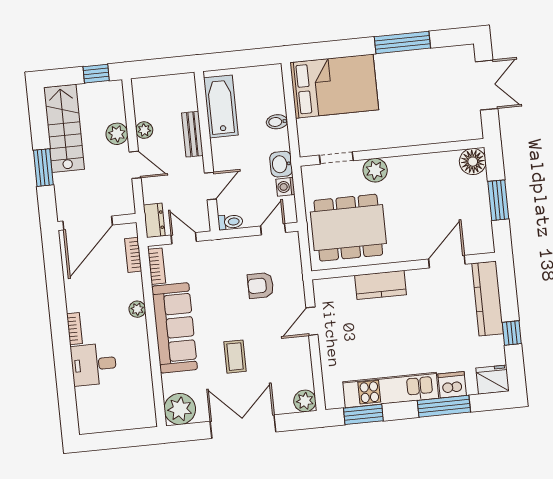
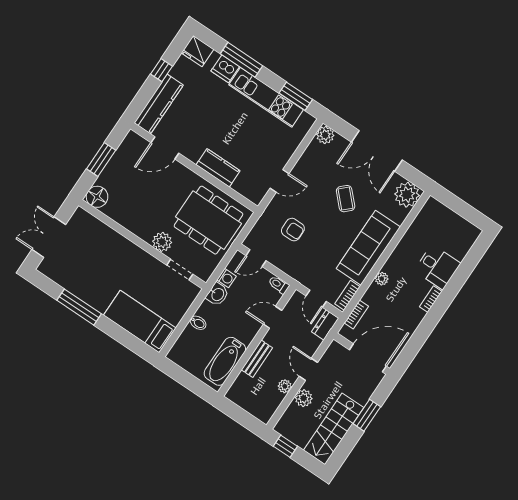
bed: (334, 86) -> (140, 322), width x0.67
coffee table: (235, 357) -> (346, 199), turned -44

